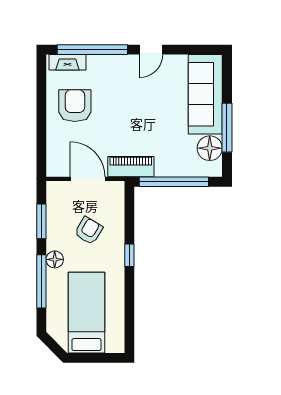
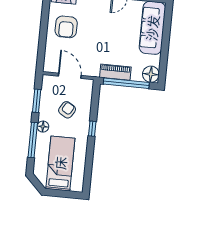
armchair: (75, 106) -> (66, 27), turned 180
window: (227, 128) -> (165, 51), removed
floor lamp: (210, 148) -> (151, 74), moved
piano: (131, 167) -> (115, 72), moved

